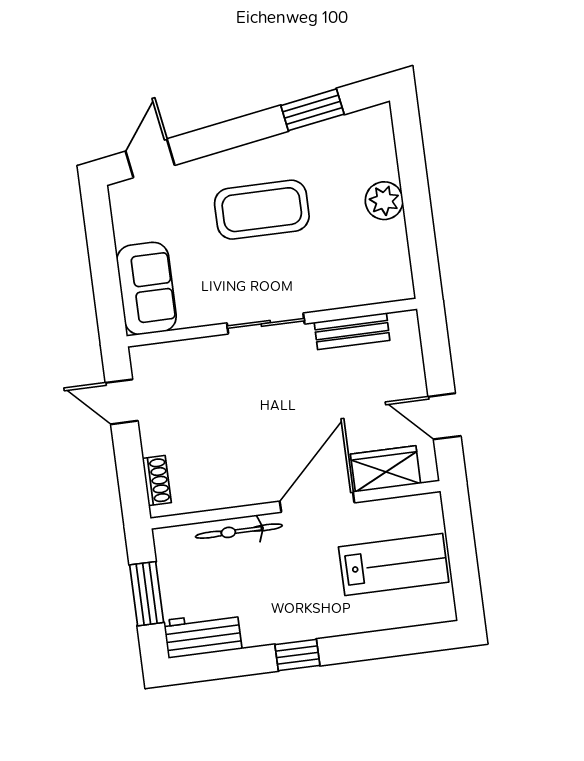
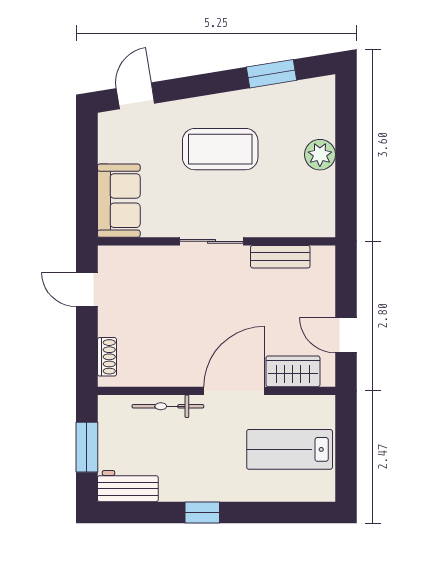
lab bench: (394, 564) -> (290, 449), turned 180

